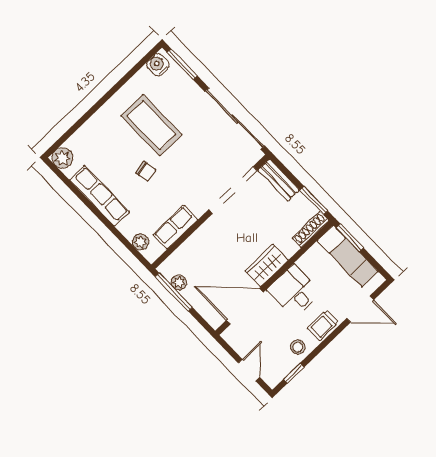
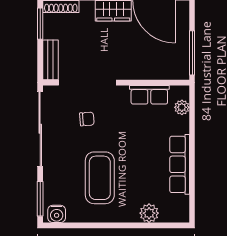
plant: (63, 158) -> (149, 213), moved
chair: (146, 171) -> (87, 119), moved, turned 97
plant: (179, 282) -> (182, 56), removed

